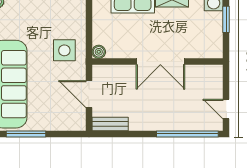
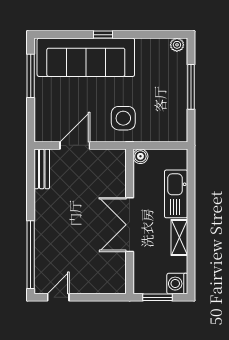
boiler: (99, 52) -> (140, 156), moved
wall: (158, 62) -> (130, 221), moved
double door: (160, 62) -> (130, 225), moved

